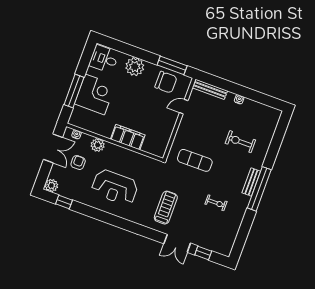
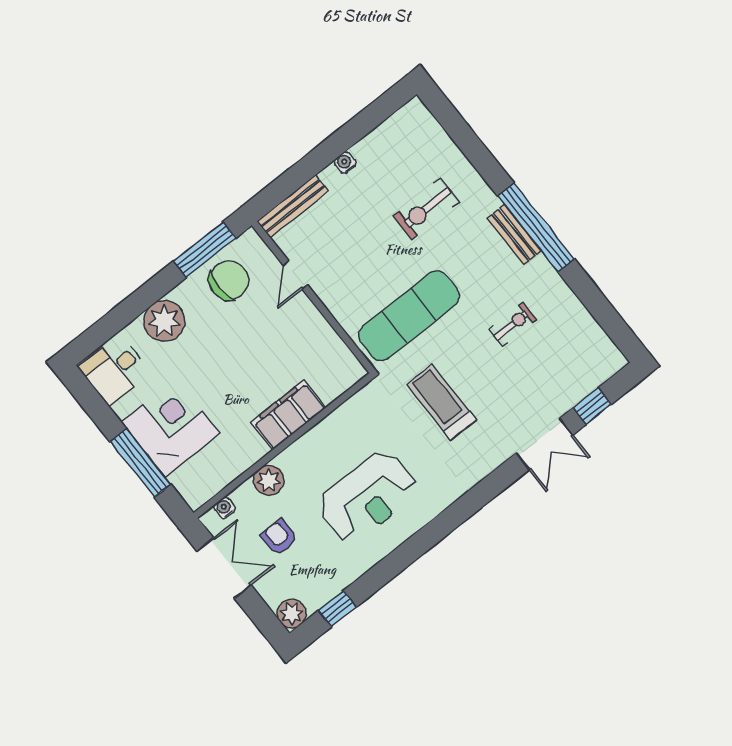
exercise mat: (195, 160) -> (409, 316), width x1.36, depth x1.45
treadmill: (166, 208) -> (441, 402), moved

